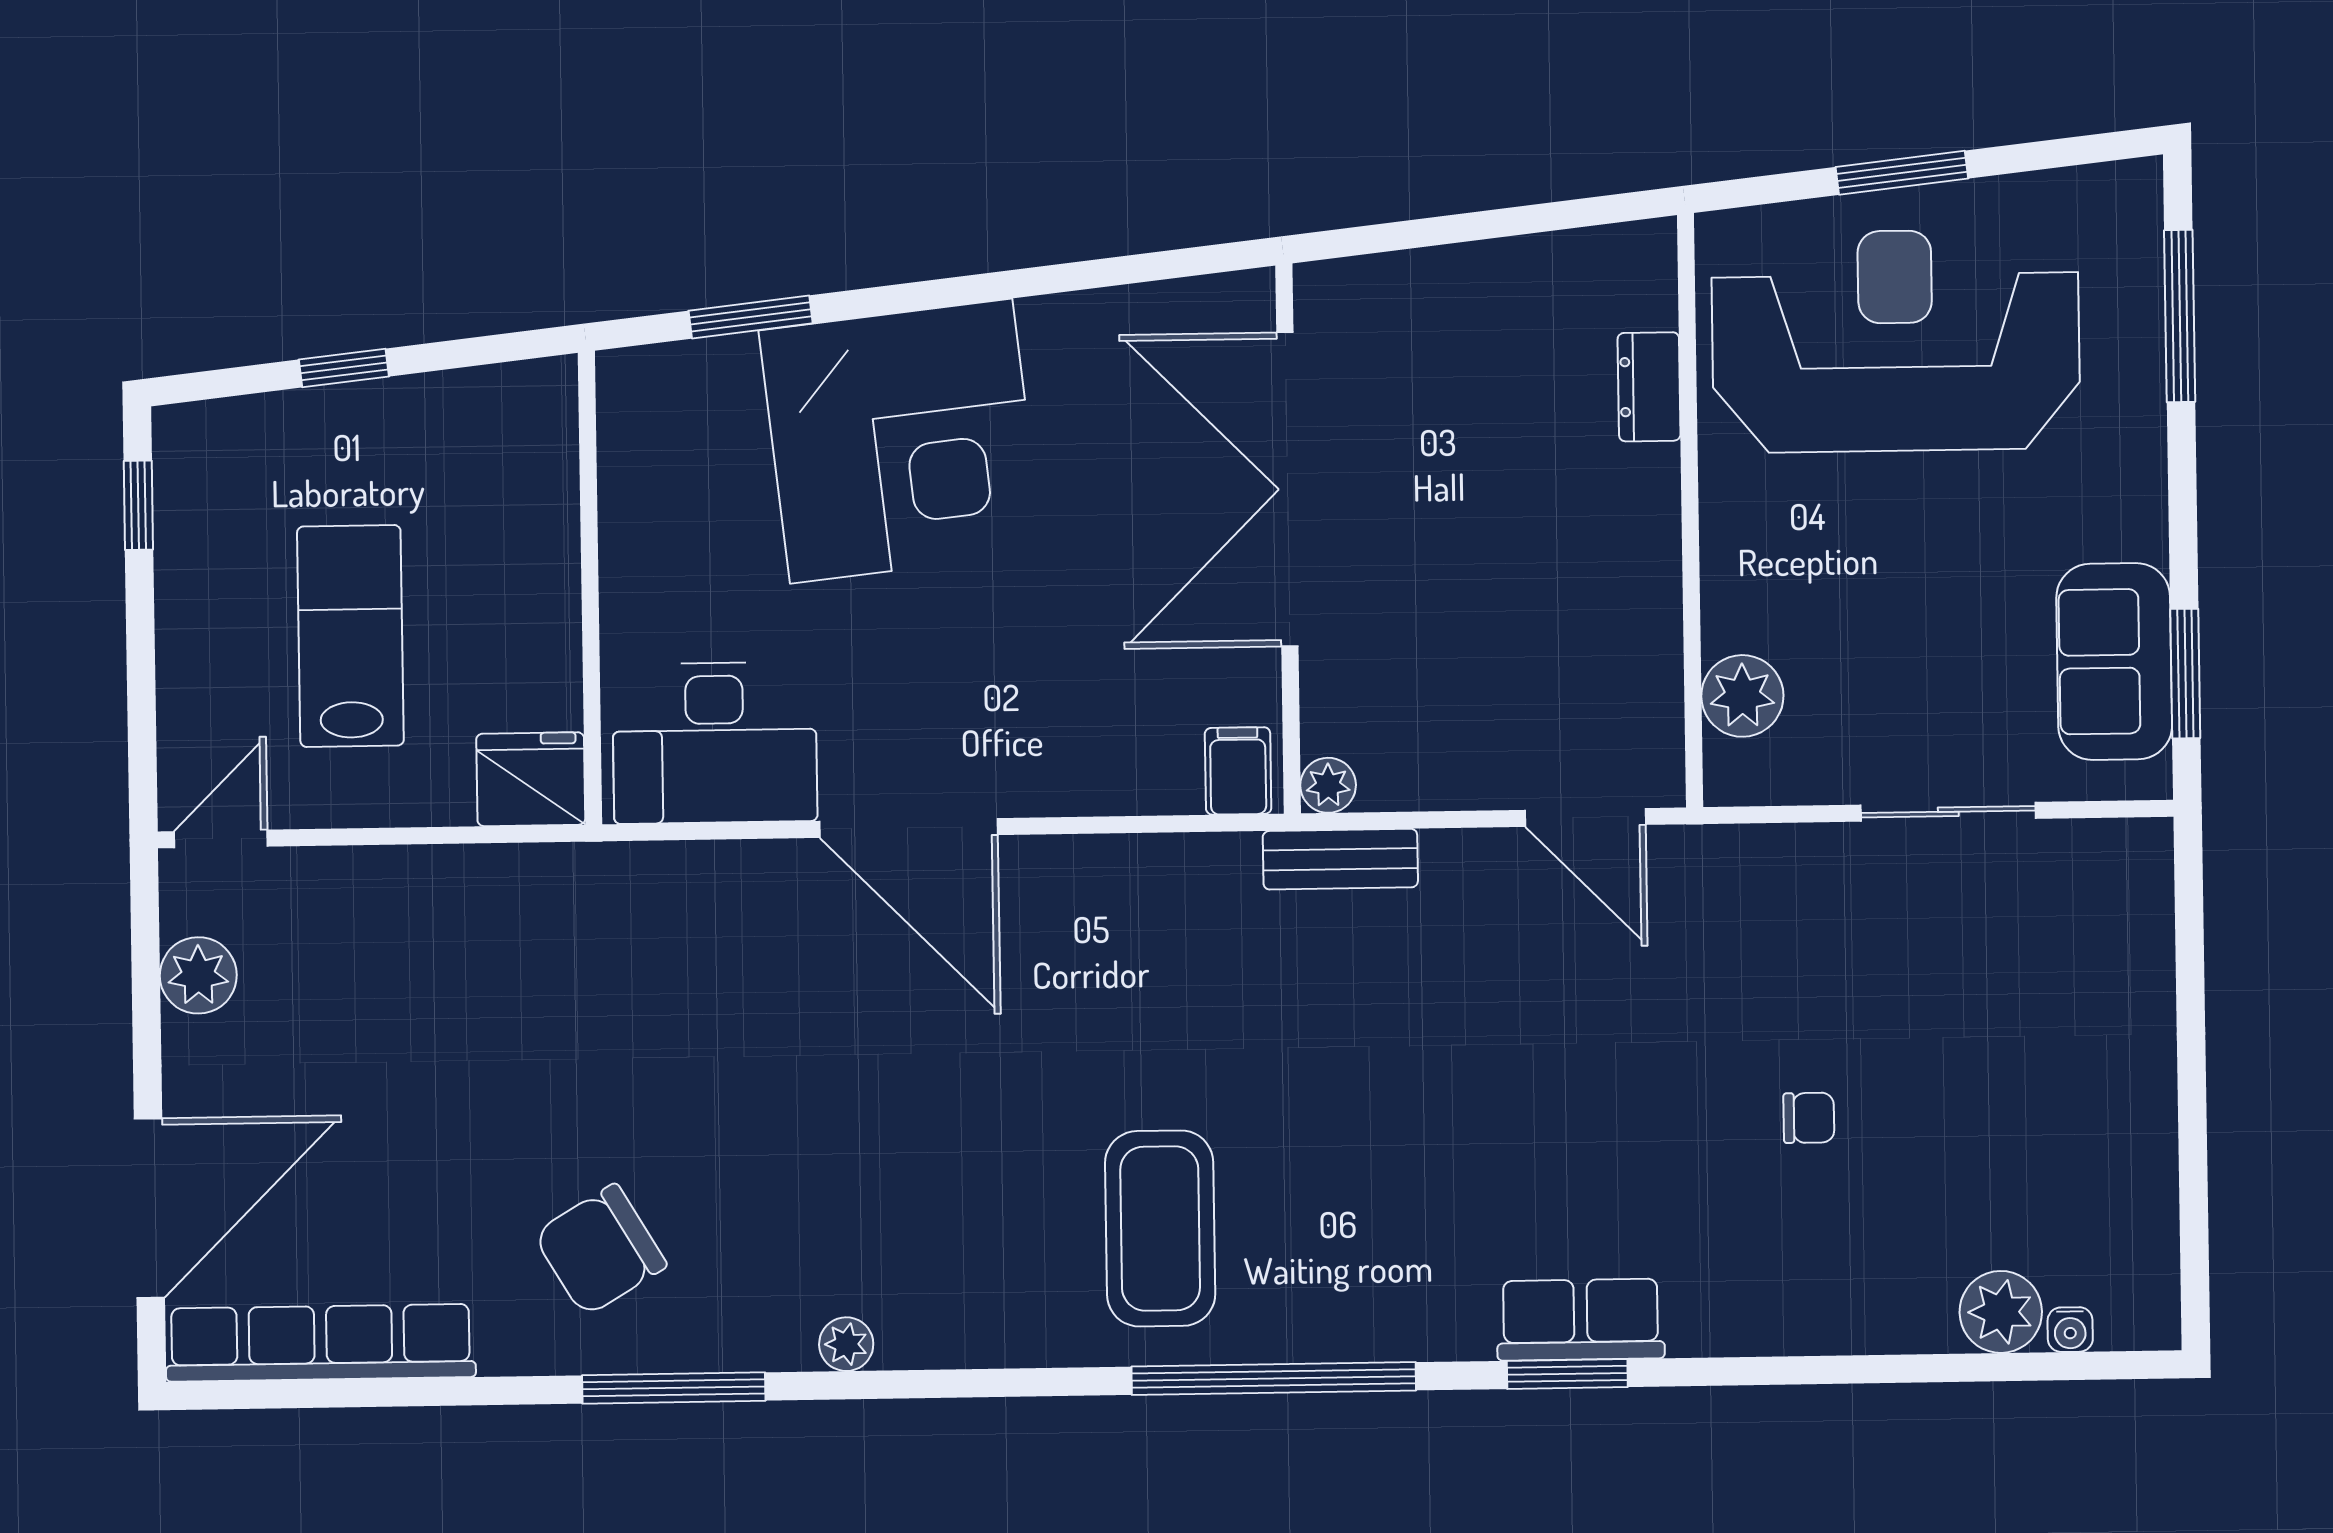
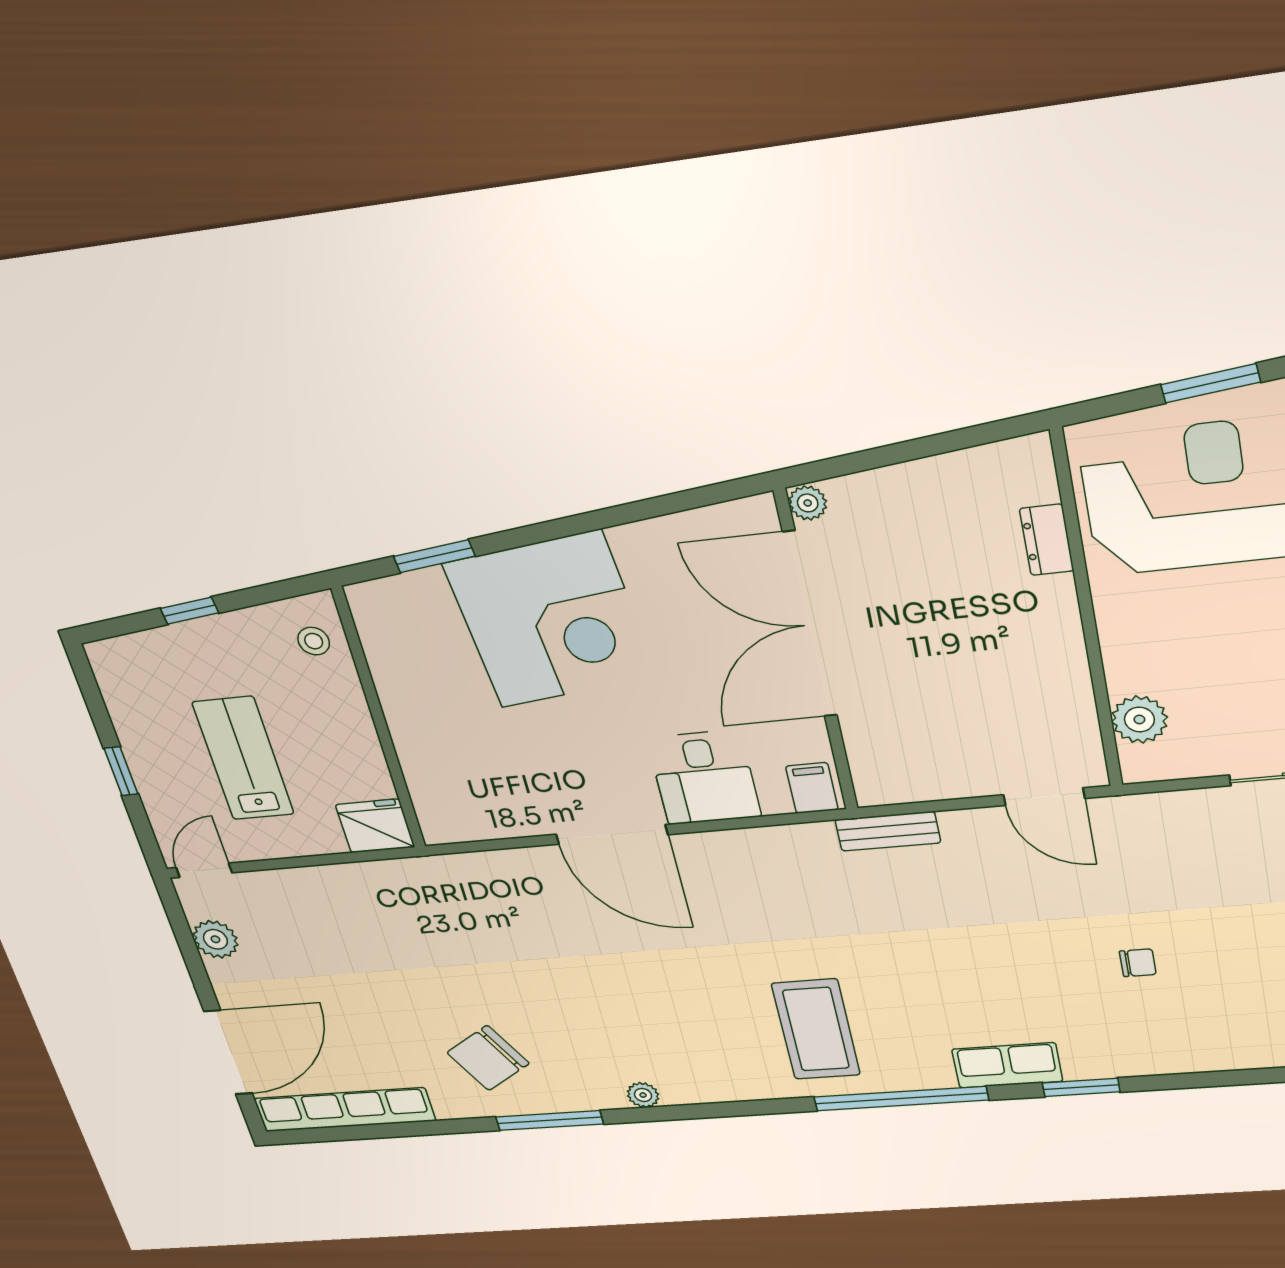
stool: (525, 440) -> (314, 641), added
window: (138, 505) -> (121, 771), moved
desk: (715, 743) -> (704, 777), moved, width x0.73
plant: (1328, 785) -> (808, 503), moved
chair: (1809, 1118) -> (1138, 963), moved
row of seats: (1581, 1320) -> (1007, 1065), moved

